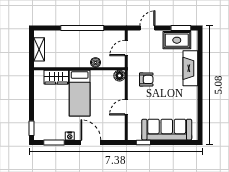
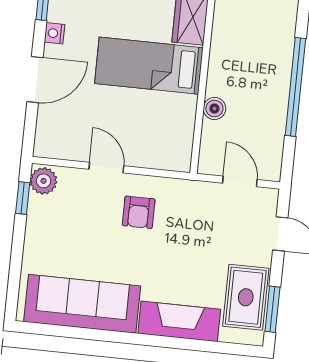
floor lamp: (119, 76) -> (179, 159), removed
armchair: (146, 79) -> (139, 212), moved
sofa: (167, 130) -> (82, 304), moved, turned -90
plant: (135, 134) -> (44, 181), added

